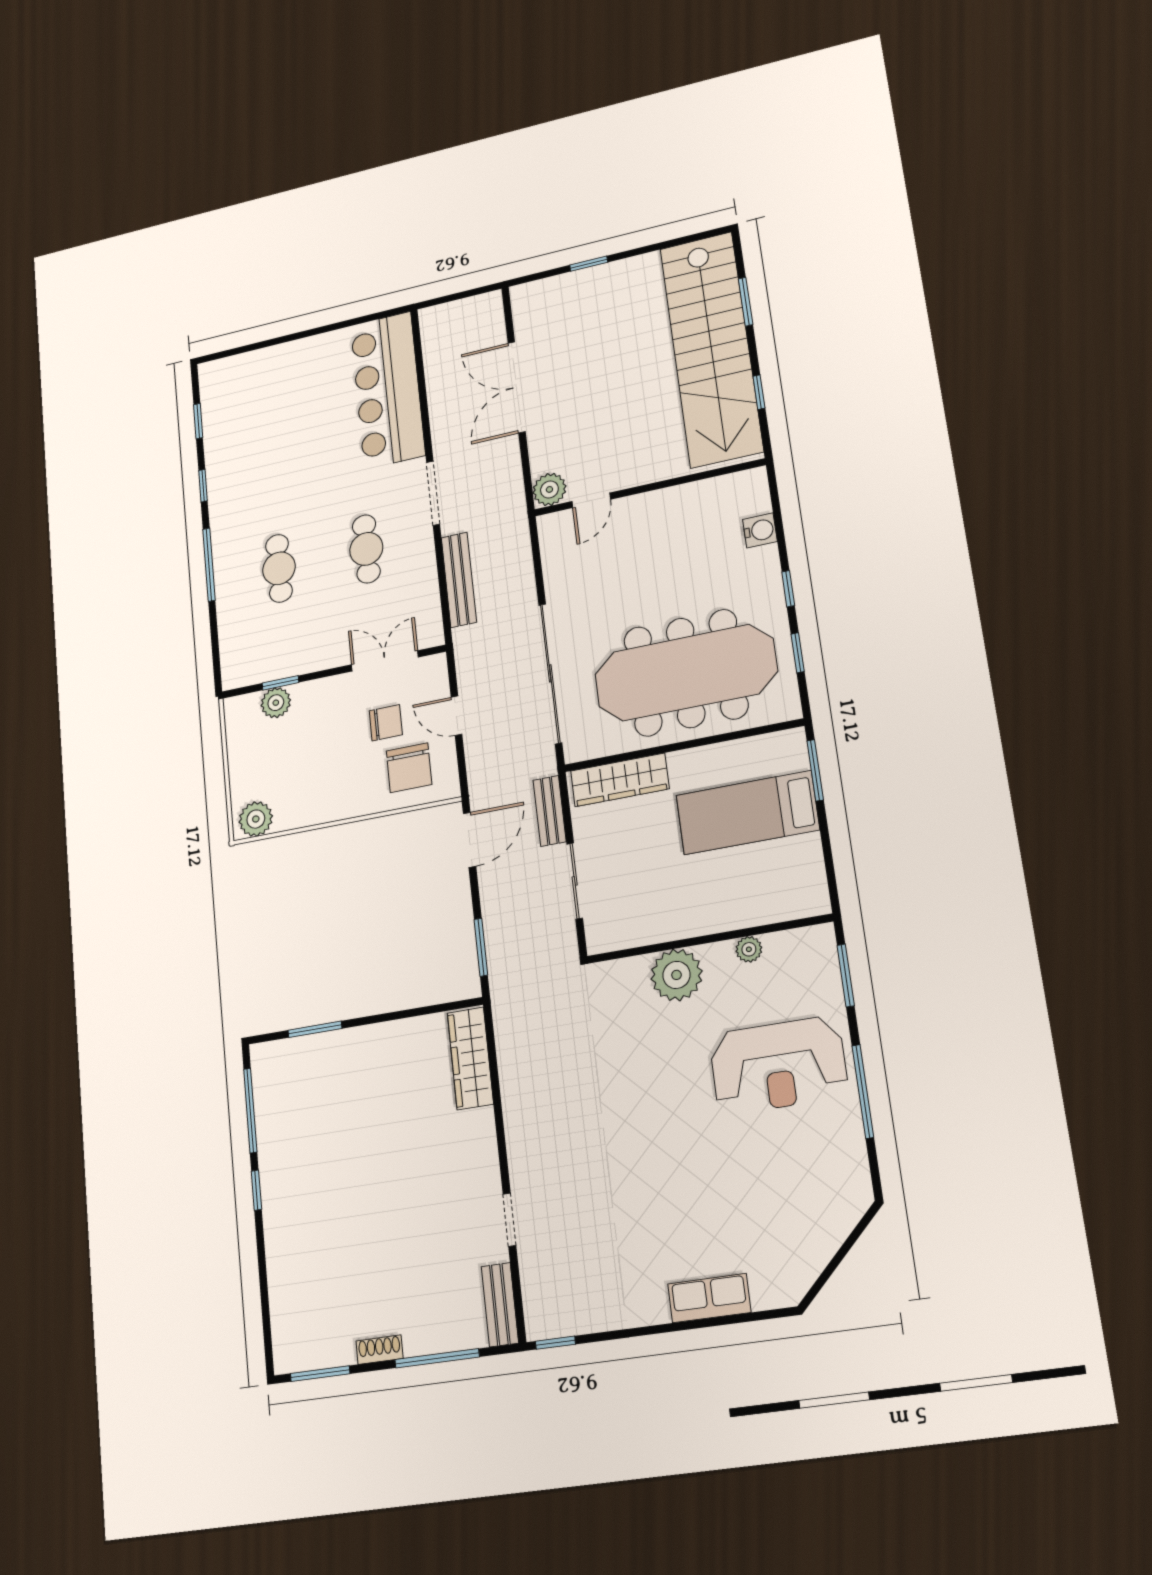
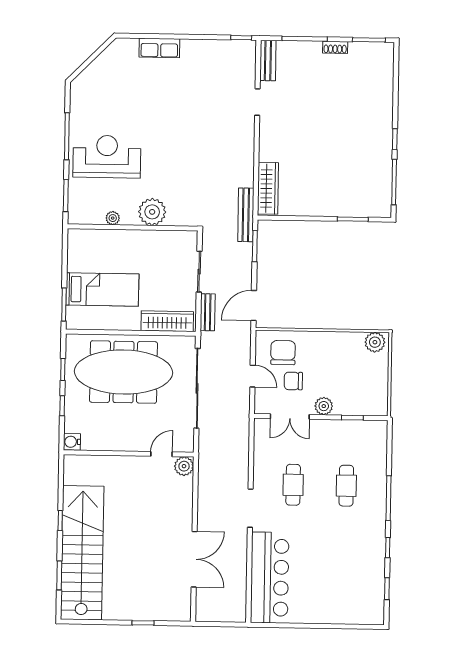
wall: (649, 487) -> (129, 453), moved
plant: (549, 489) -> (184, 466), moved
door: (591, 500) -> (161, 454), moved
bench: (459, 580) -> (246, 215), moved
plant: (276, 703) -> (324, 406), moved

